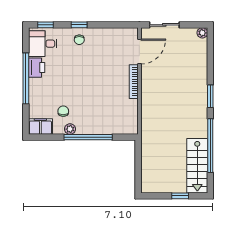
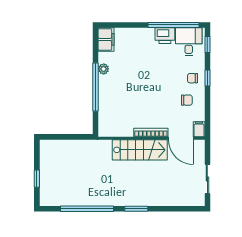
sliding door: (164, 25) -> (207, 179), moved
filing cabinet: (130, 33) -> (199, 129), added
plant: (202, 33) -> (200, 201), removed
window: (26, 78) -> (174, 25), moved
chair: (63, 111) -> (187, 100), moved
stairs: (197, 166) -> (140, 150), moved, turned 180

